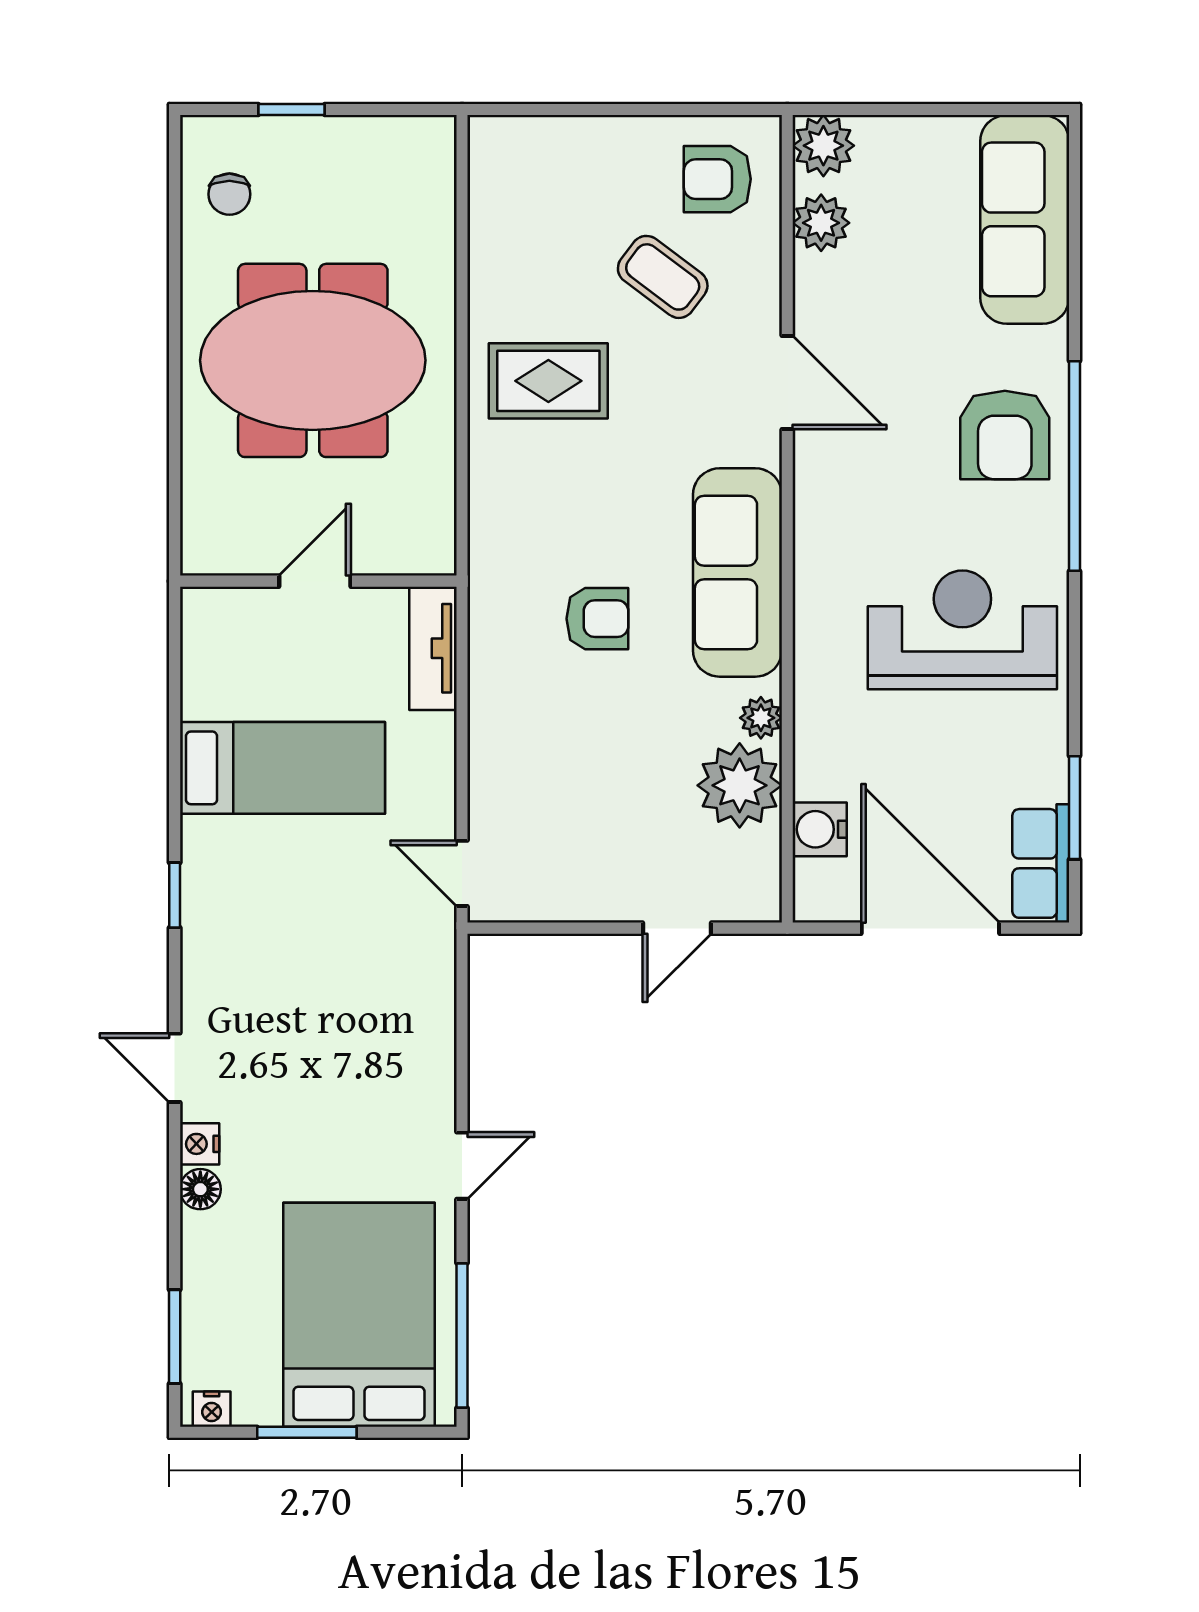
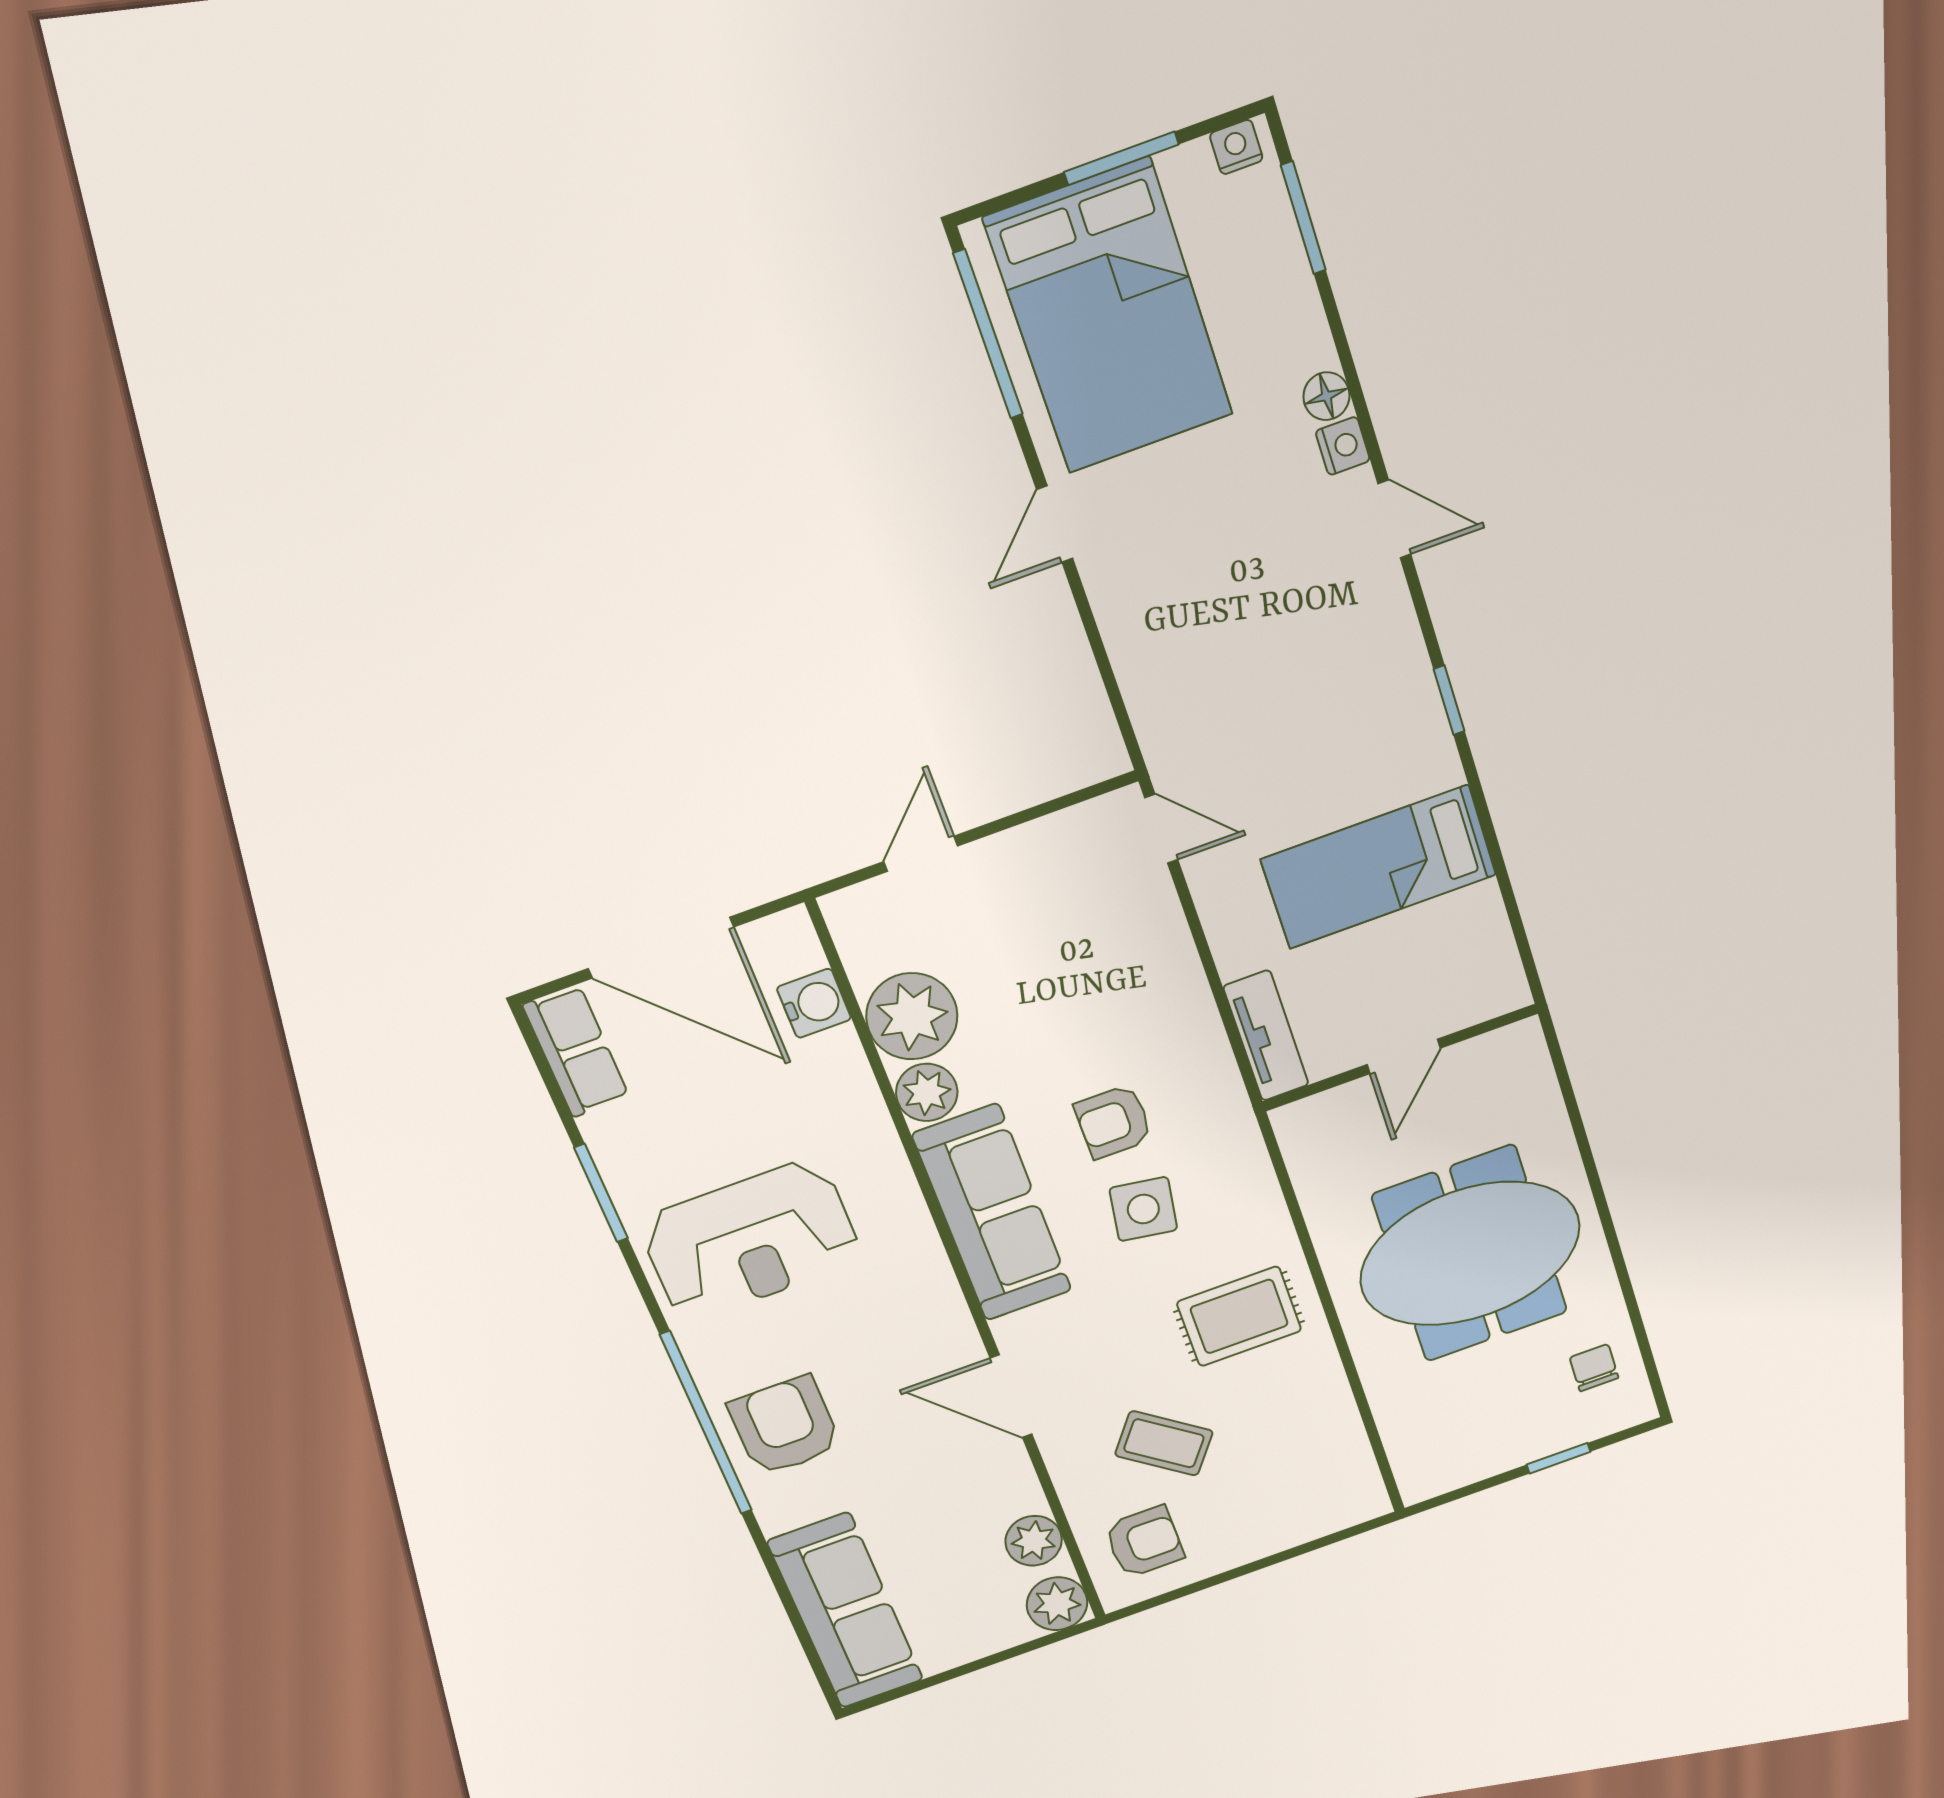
side table: (600, 523) -> (1143, 1209), added
plant: (761, 718) -> (927, 1092), width x1.38, depth x1.38
window: (1075, 808) -> (601, 1193), moved

